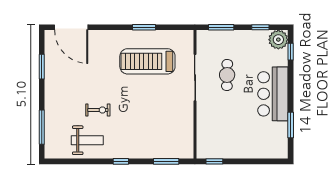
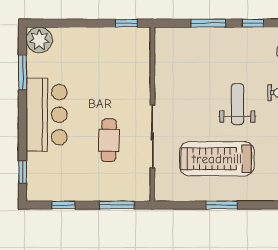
plant: (278, 40) -> (39, 40), moved
treadmill: (147, 61) -> (217, 159), turned 180
weight bench: (132, 102) -> (237, 104), added
window: (166, 161) -> (208, 23), moved

